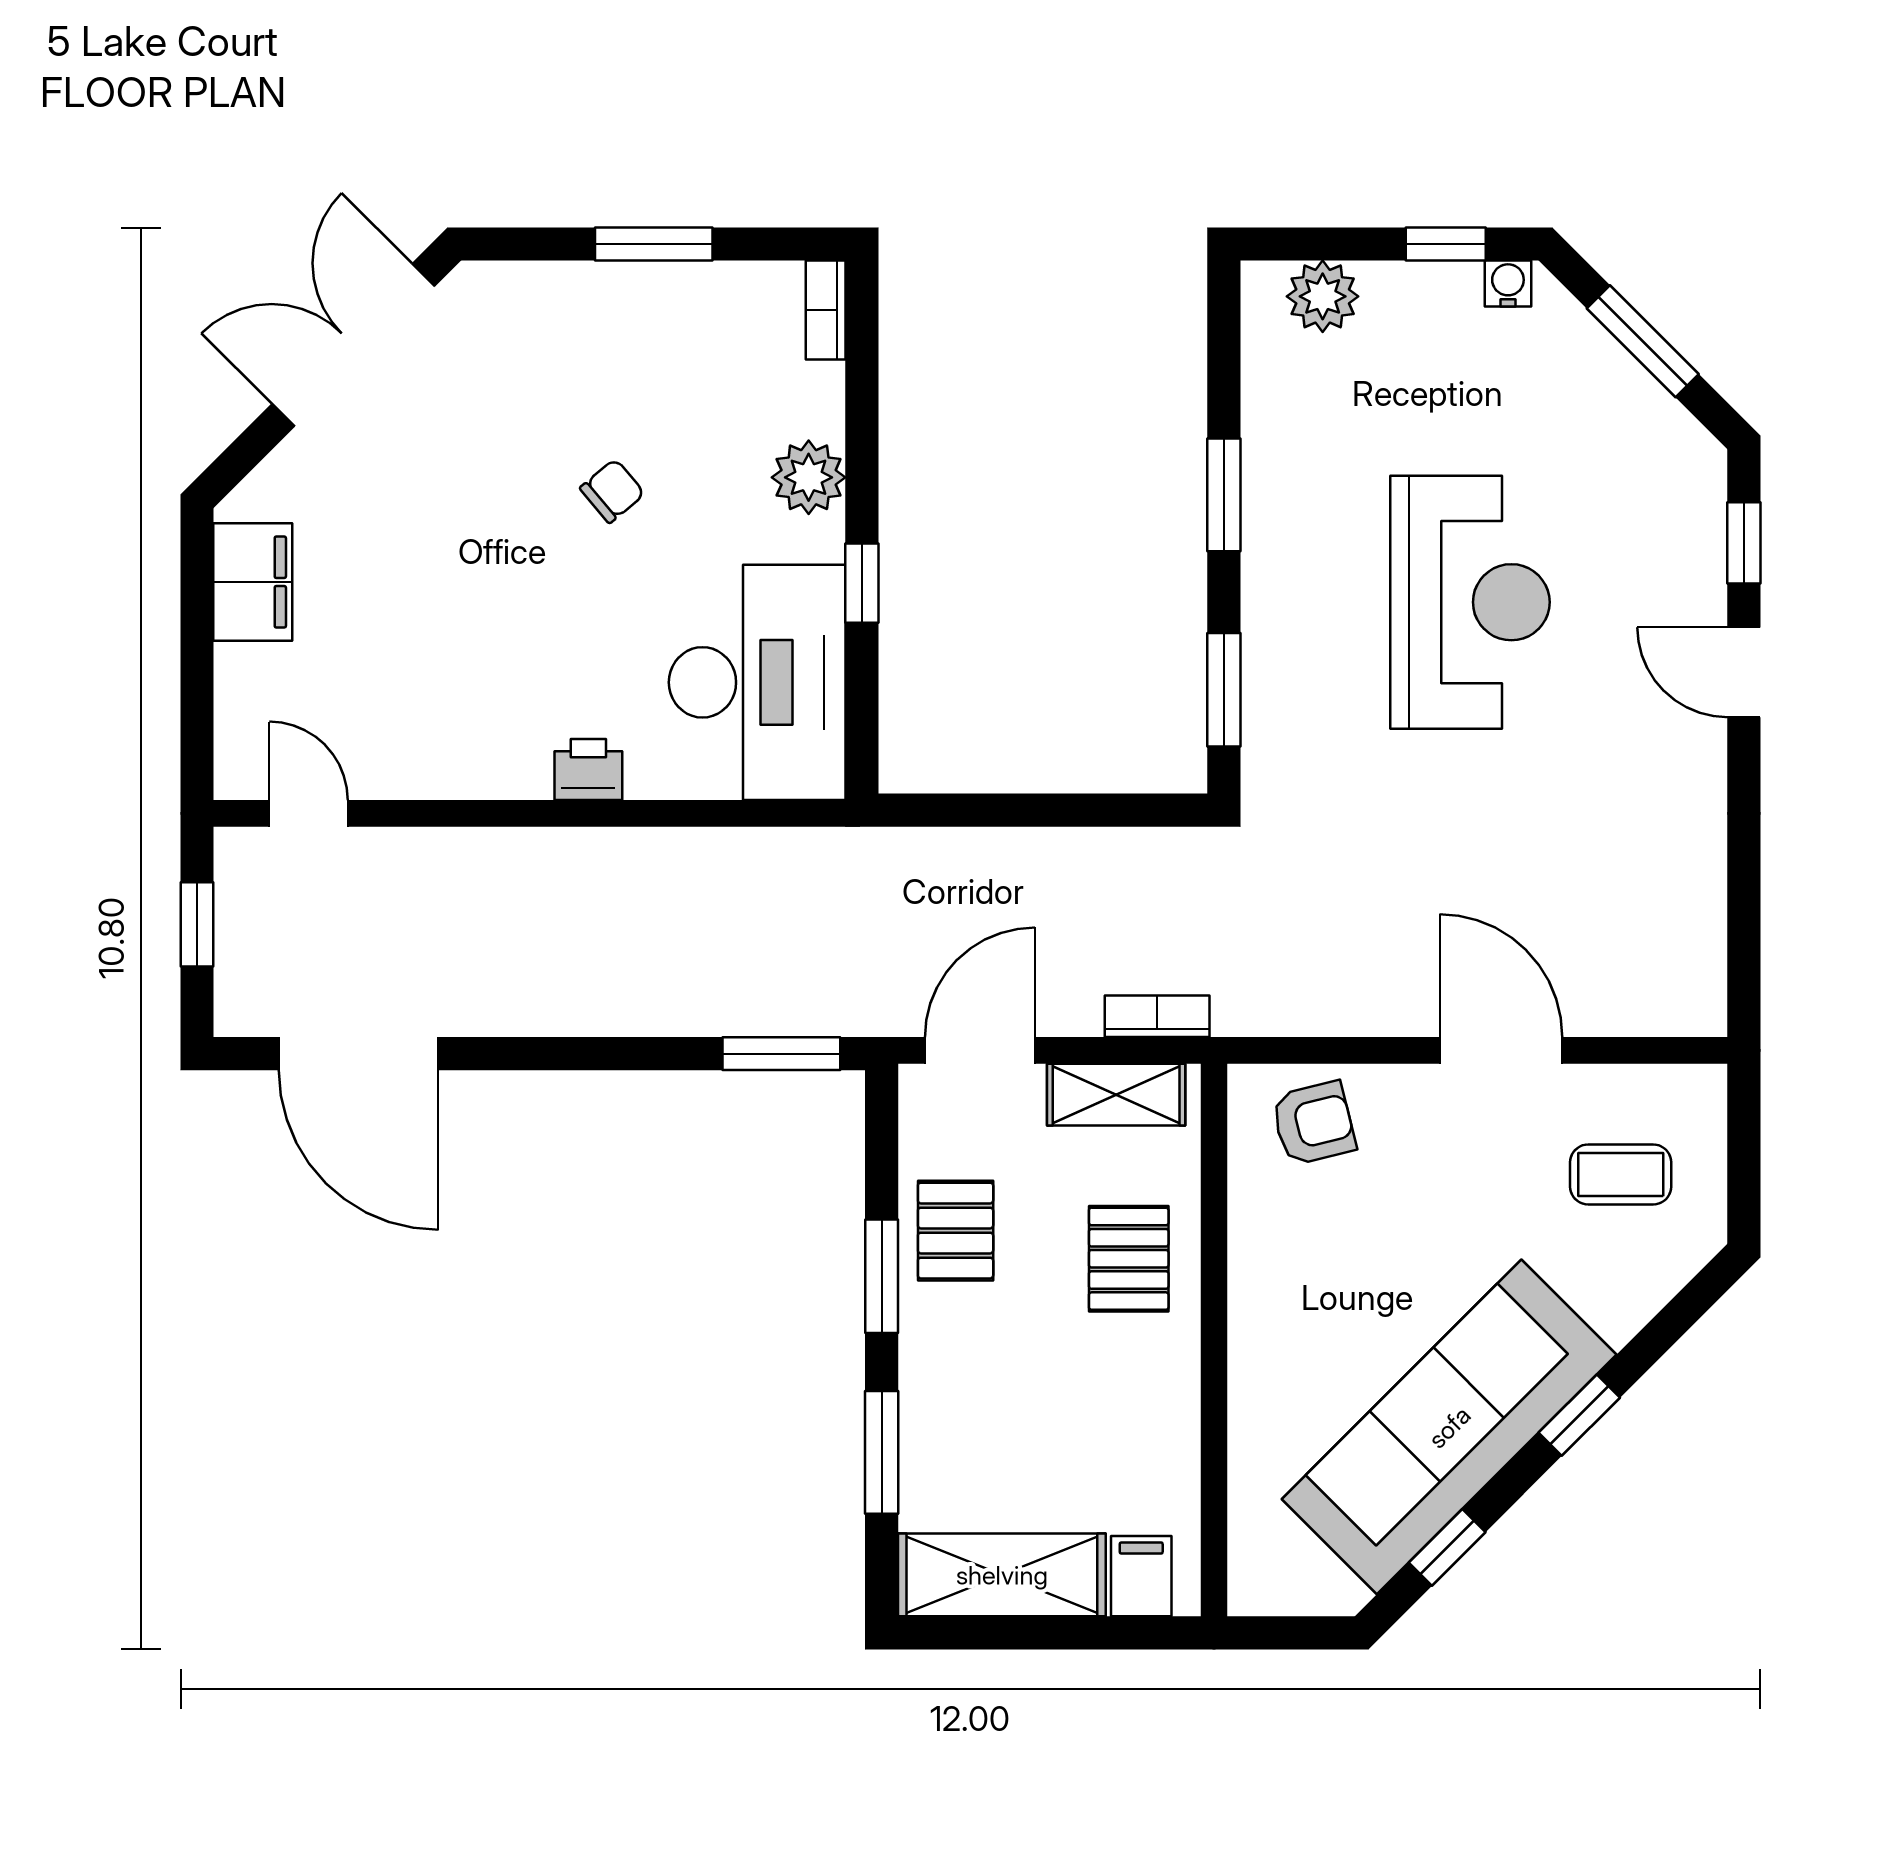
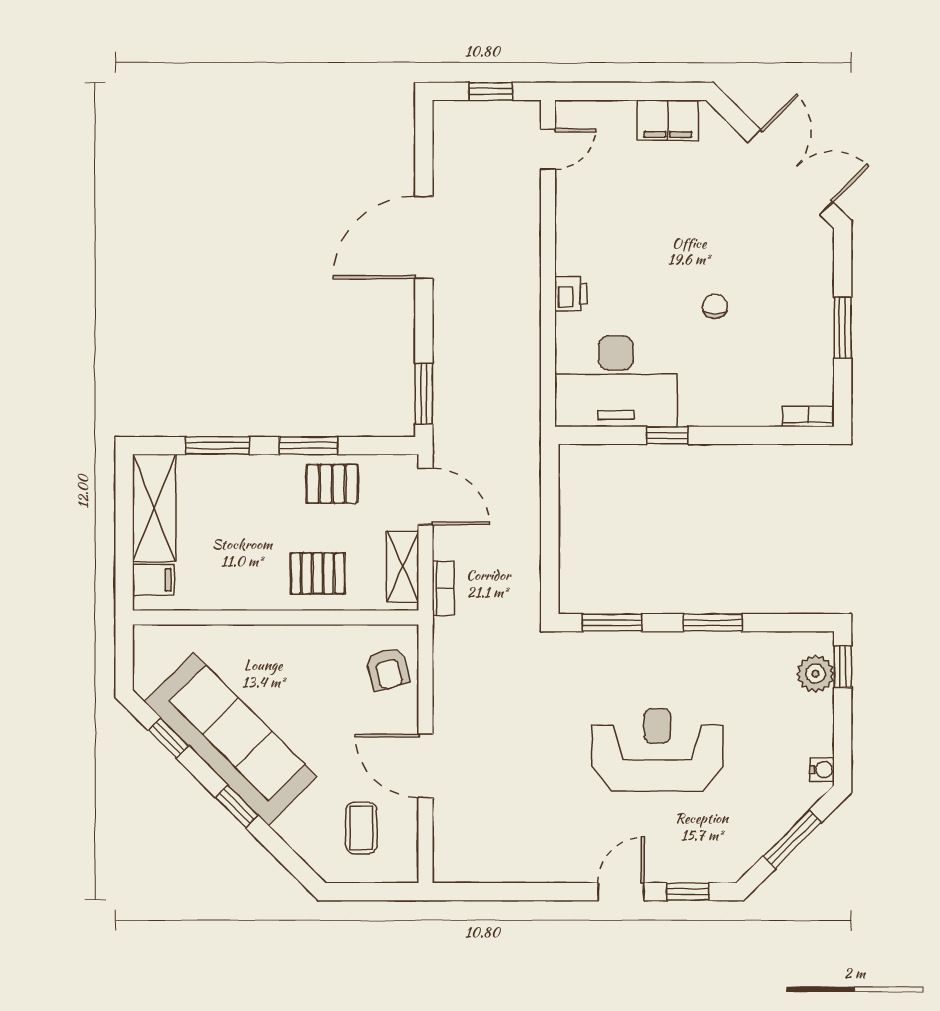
window: (1446, 244) -> (843, 667), moved
plant: (809, 477) -> (722, 408), removed
chair: (612, 491) -> (715, 306), turned -140
reception desk: (1470, 602) -> (657, 750), turned 180
door: (1501, 1050) -> (425, 766), swing flipped
door: (359, 1054) -> (424, 237), moved

